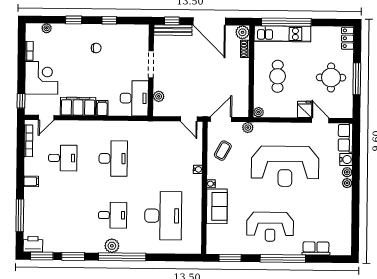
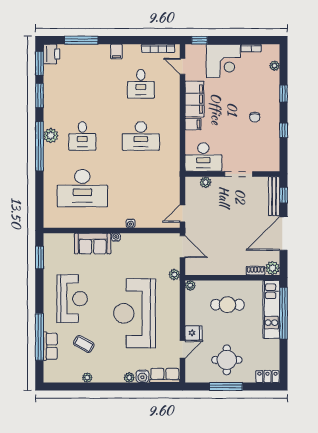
coffee table: (223, 151) -> (84, 344), moved
plant: (347, 183) -> (87, 378), moved
reception desk: (270, 227) -> (72, 299), turned 180
window: (283, 259) -> (39, 337), moved

